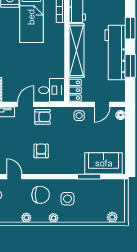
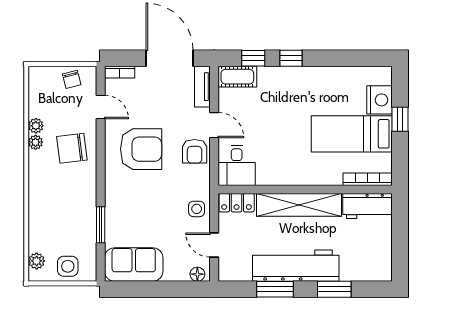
armchair: (41, 151) -> (141, 149), width x1.88, depth x1.88
sofa: (104, 163) -> (134, 265), moved, turned -90
door: (14, 177) -> (101, 107), hinge flipped
chair: (41, 195) -> (72, 148), turned 83
side table: (68, 199) -> (68, 266), moved
plant: (53, 218) -> (36, 142), moved

